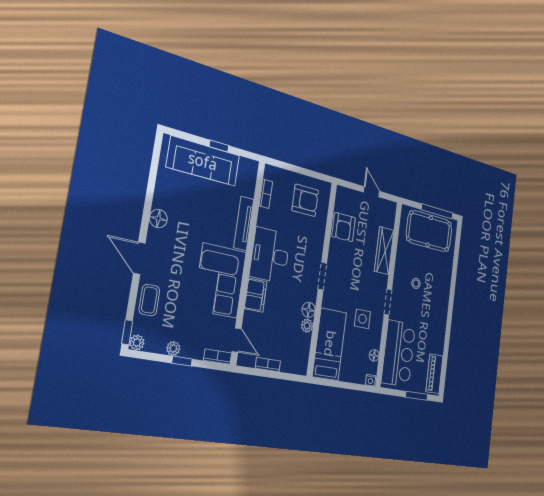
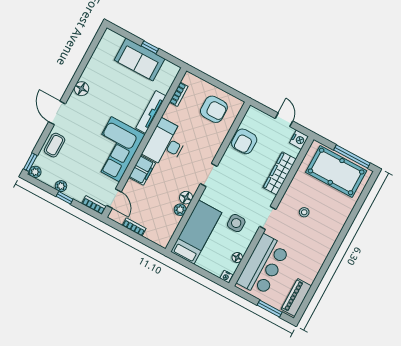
sofa: (203, 161) -> (140, 59), width x0.73
nightstand: (390, 209) -> (299, 140), added

